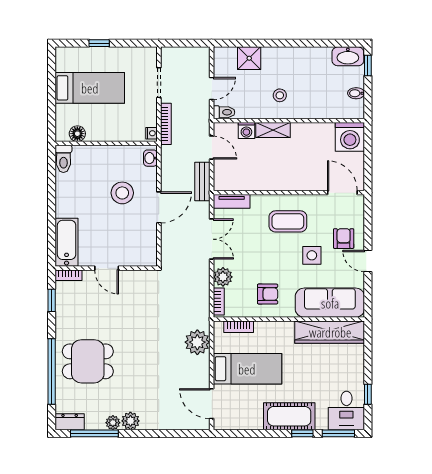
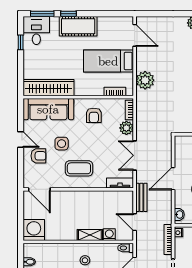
armchair: (344, 239) -> (38, 156), turned -90
armchair: (268, 294) -> (94, 115), turned -90

